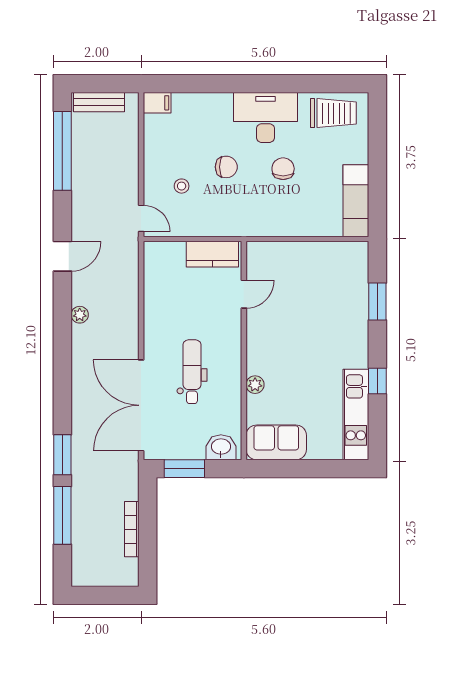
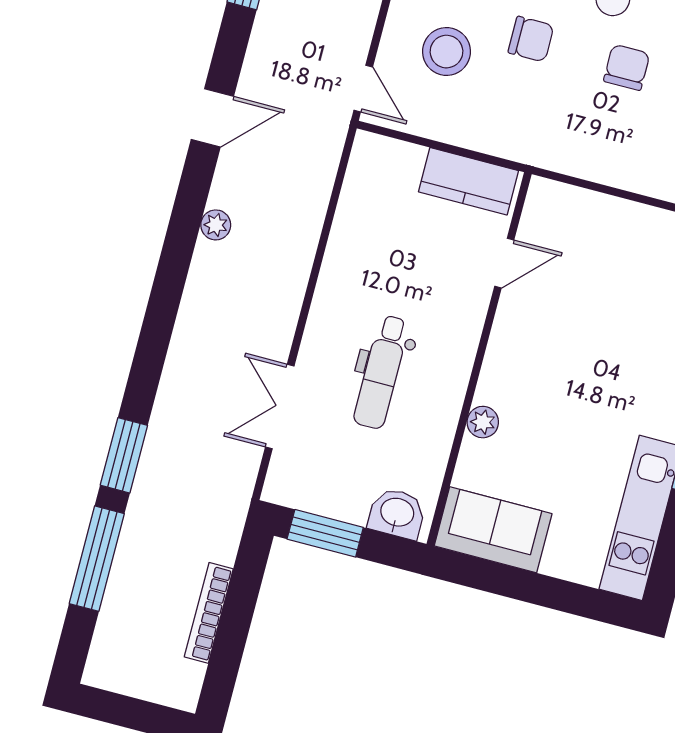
stool: (182, 186) -> (446, 52), width x1.89, depth x1.89
dental chair: (192, 372) -> (381, 372), turned 180
double door: (141, 405) -> (280, 406), width x0.54

